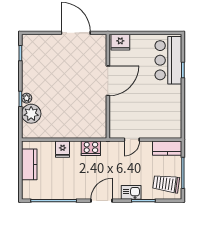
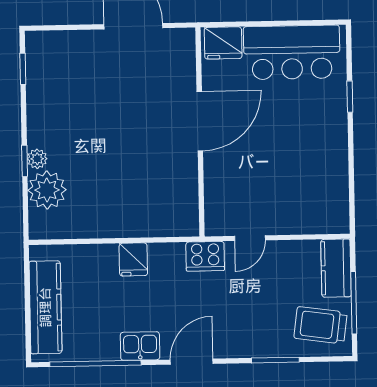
bar counter: (168, 60) -> (292, 52), moved, turned -90
cooker: (91, 148) -> (205, 256), moved
kitchen counter: (167, 148) -> (336, 268), moved, turned 90
fridge: (63, 149) -> (133, 259), moved
kitchen counter: (29, 164) -> (45, 307), width x1.50
kitchen sink: (131, 192) -> (140, 346), moved

